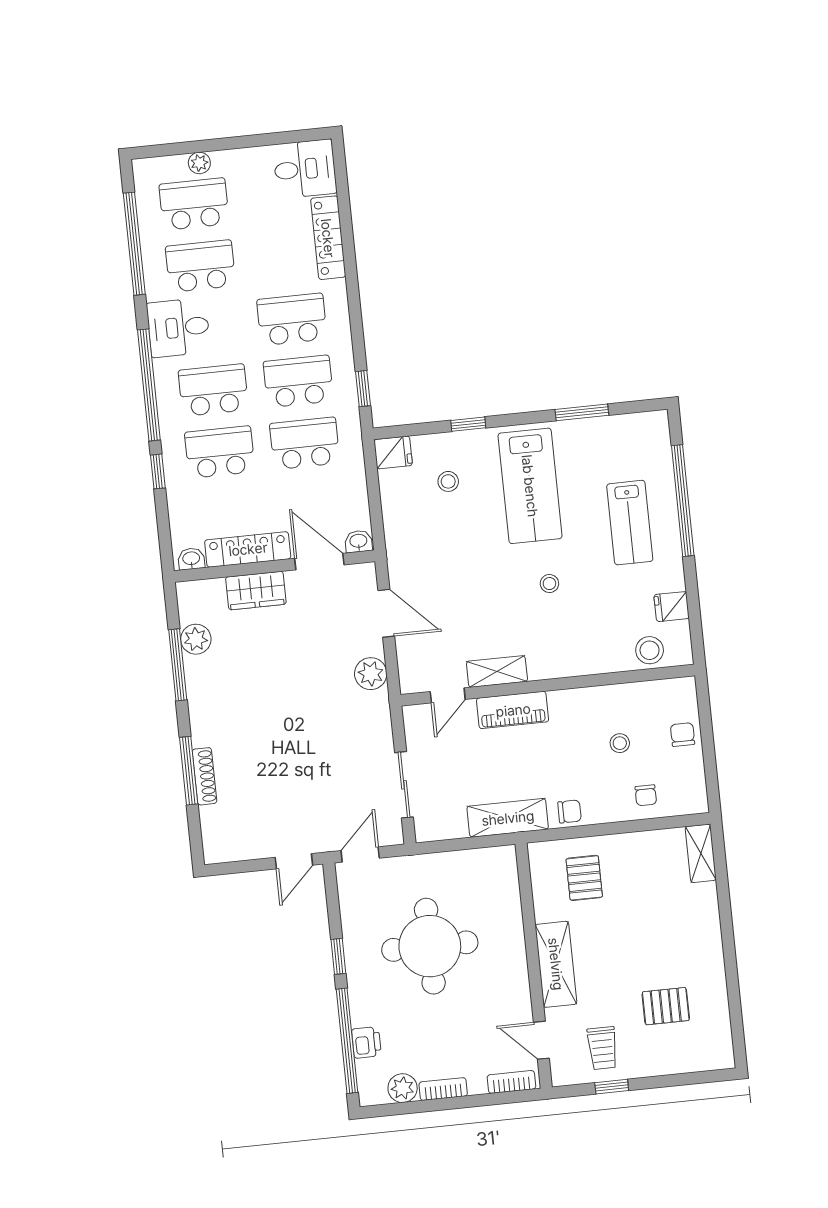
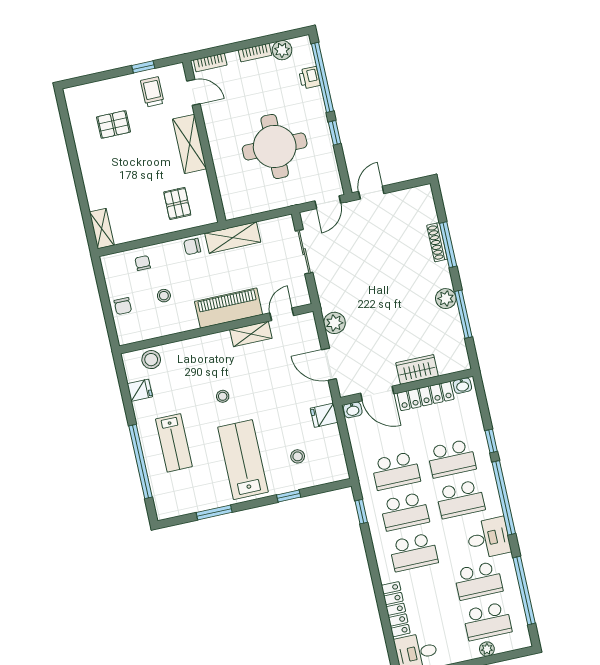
fridge: (393, 452) -> (324, 415), moved
lab bench: (630, 523) -> (174, 443), turned 180
plant: (196, 639) -> (446, 299), moved
piano: (513, 710) -> (229, 308), width x1.37, depth x1.33

